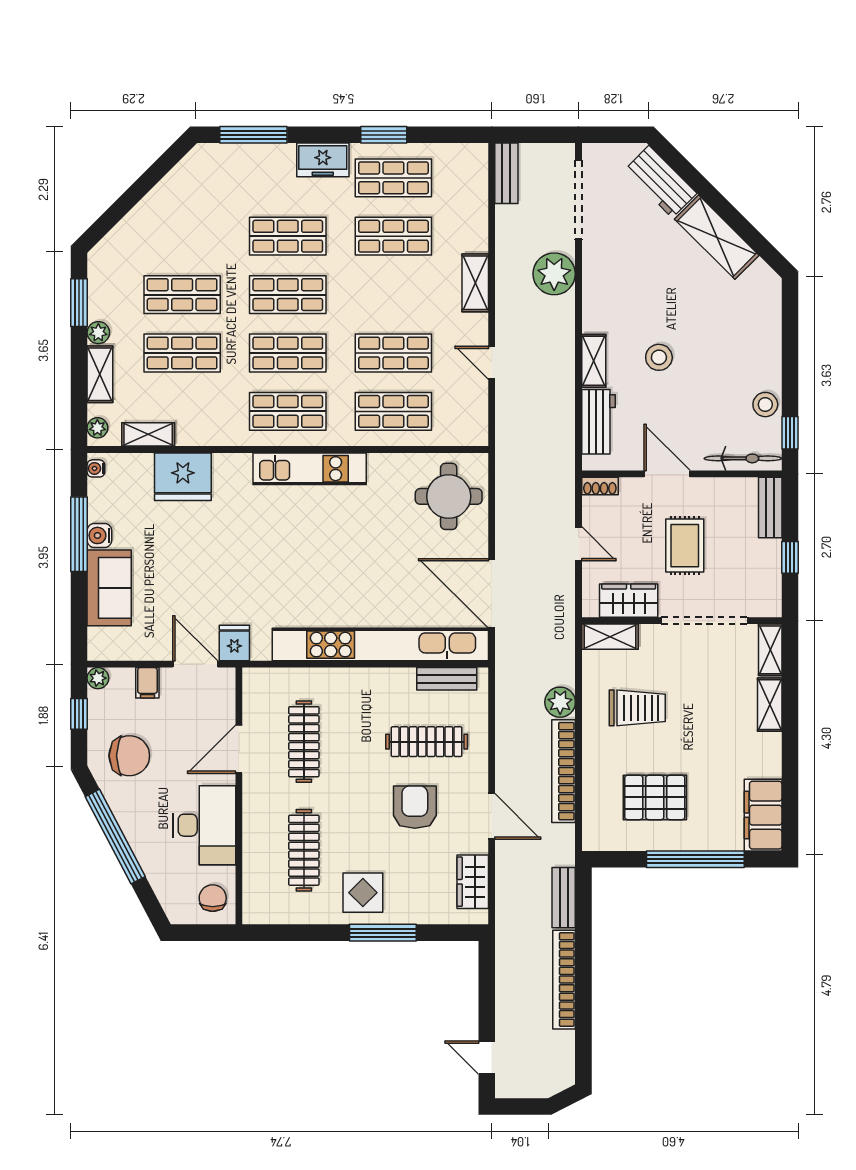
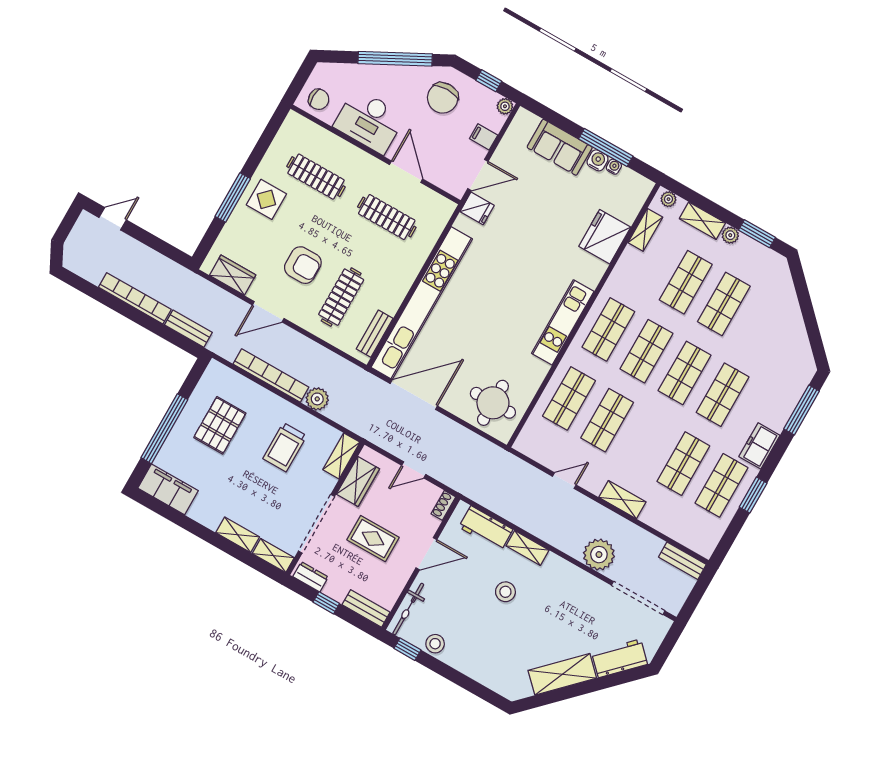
water cooler: (96, 468) -> (614, 167), moved
dresser: (770, 593) -> (311, 577), added

